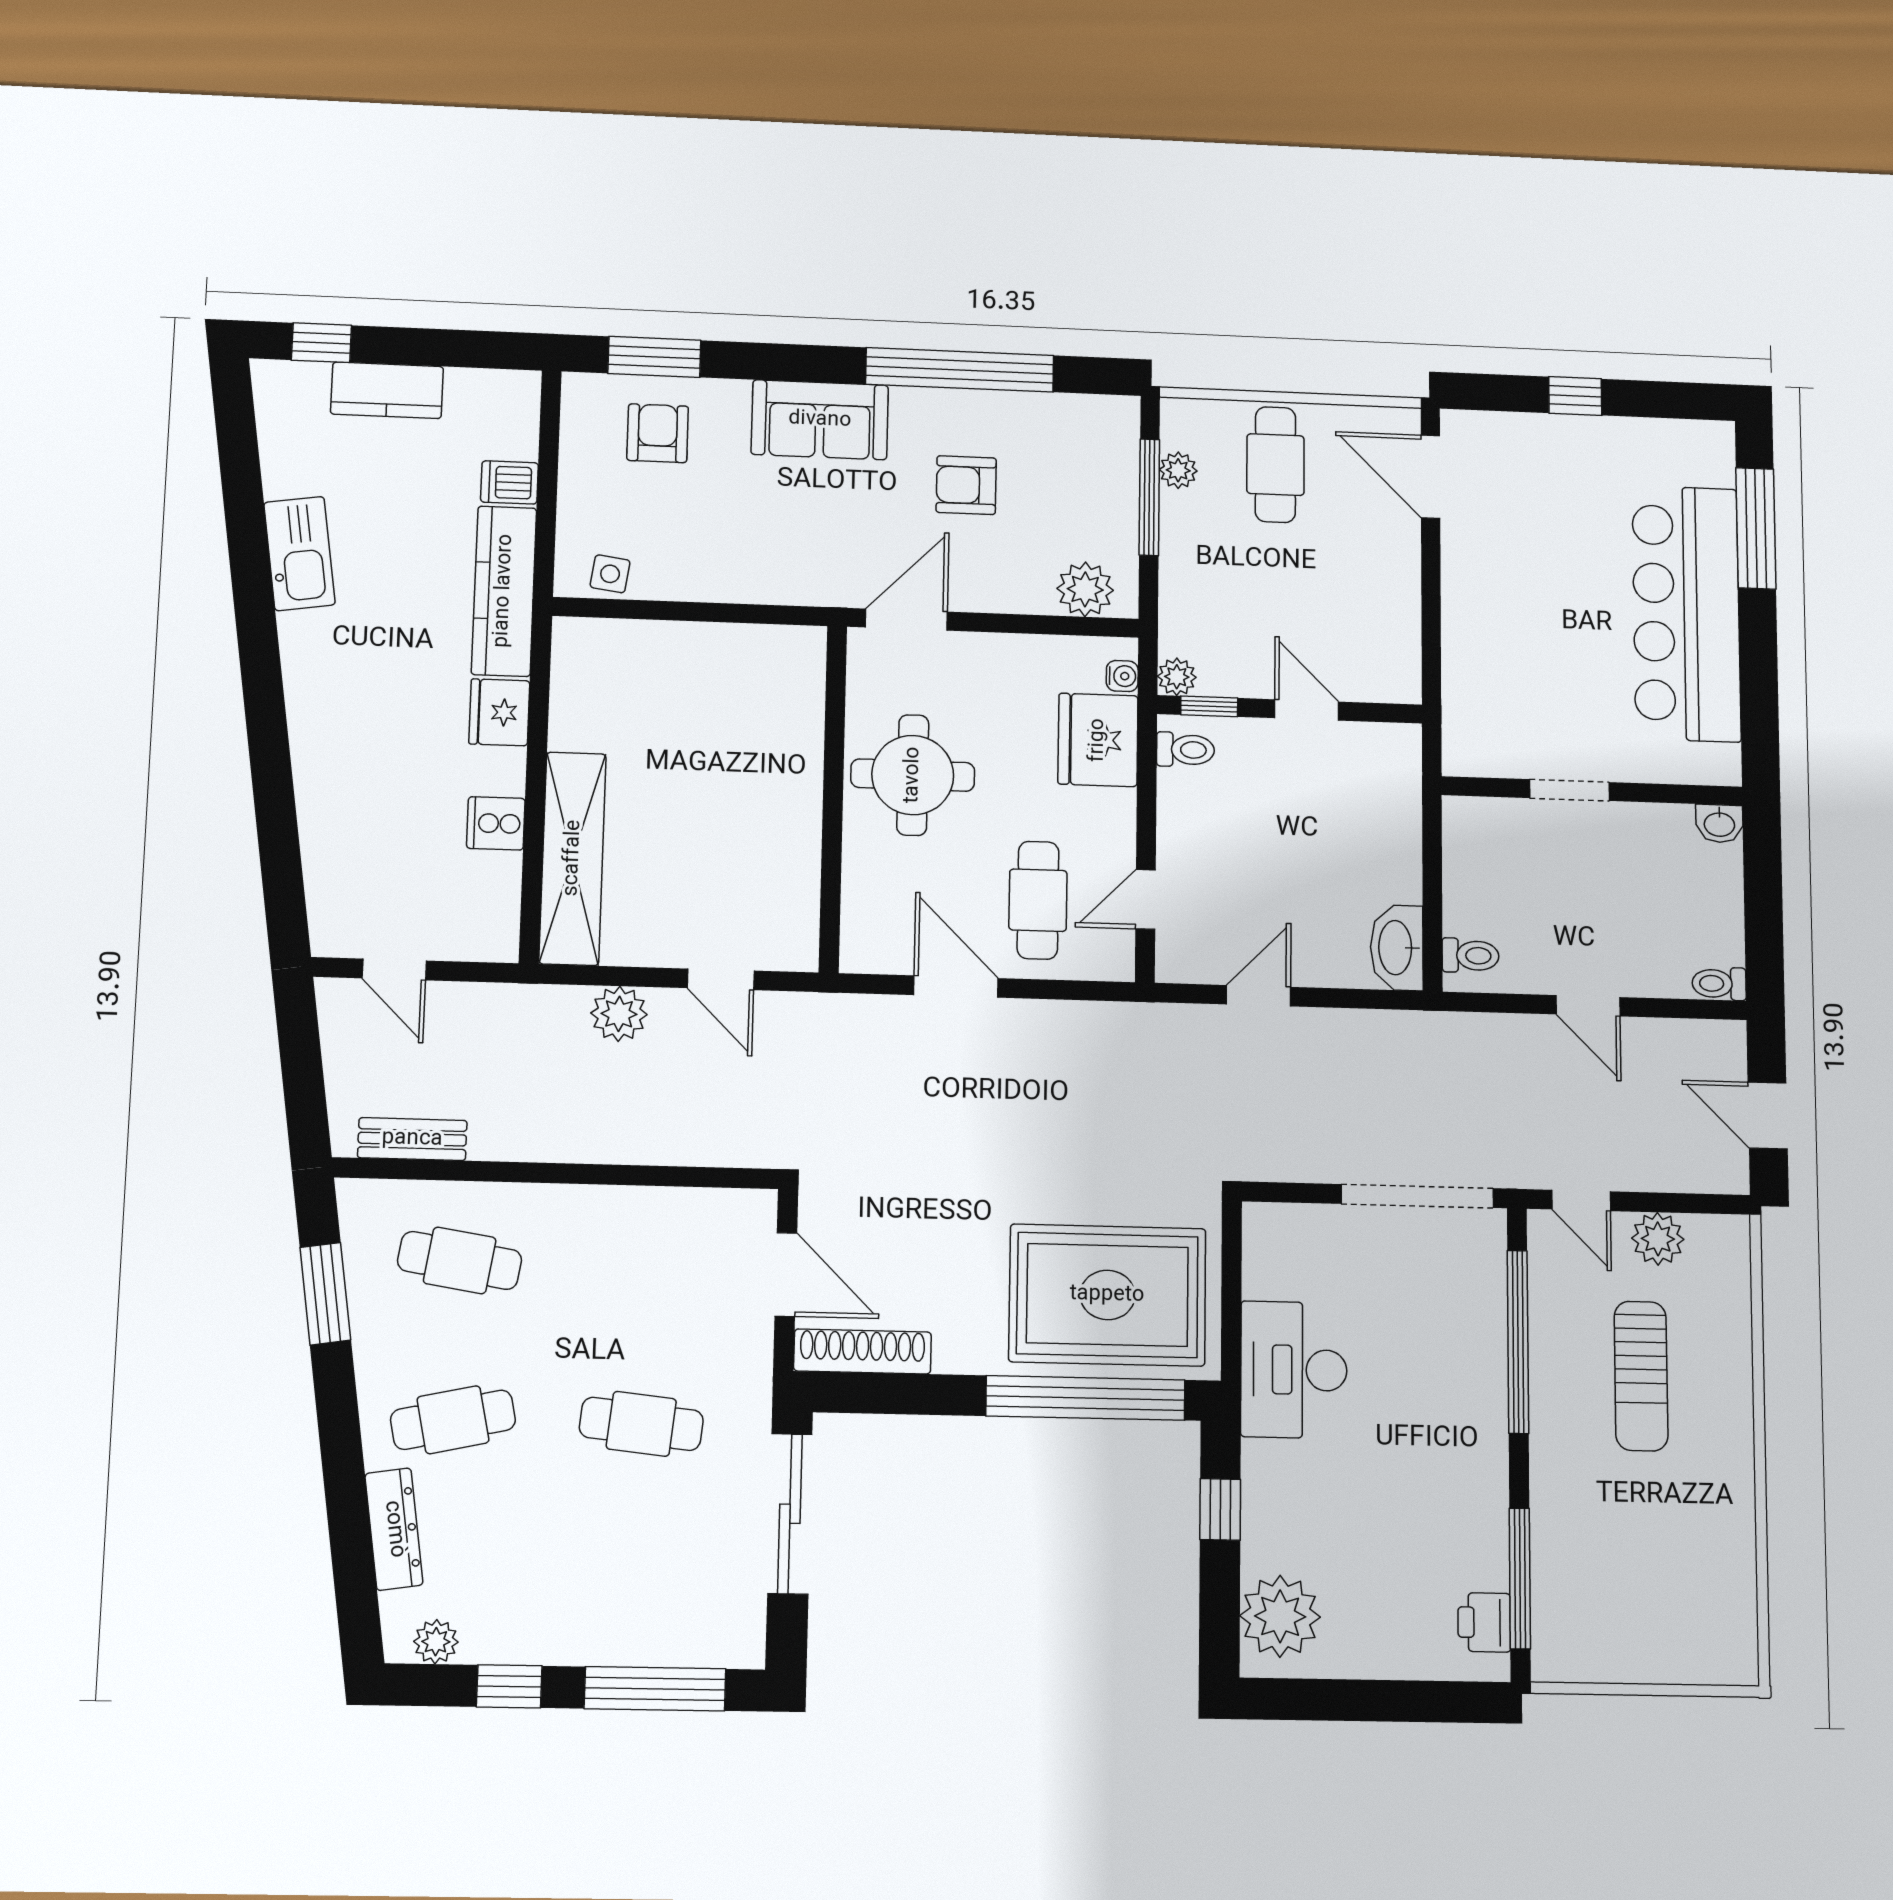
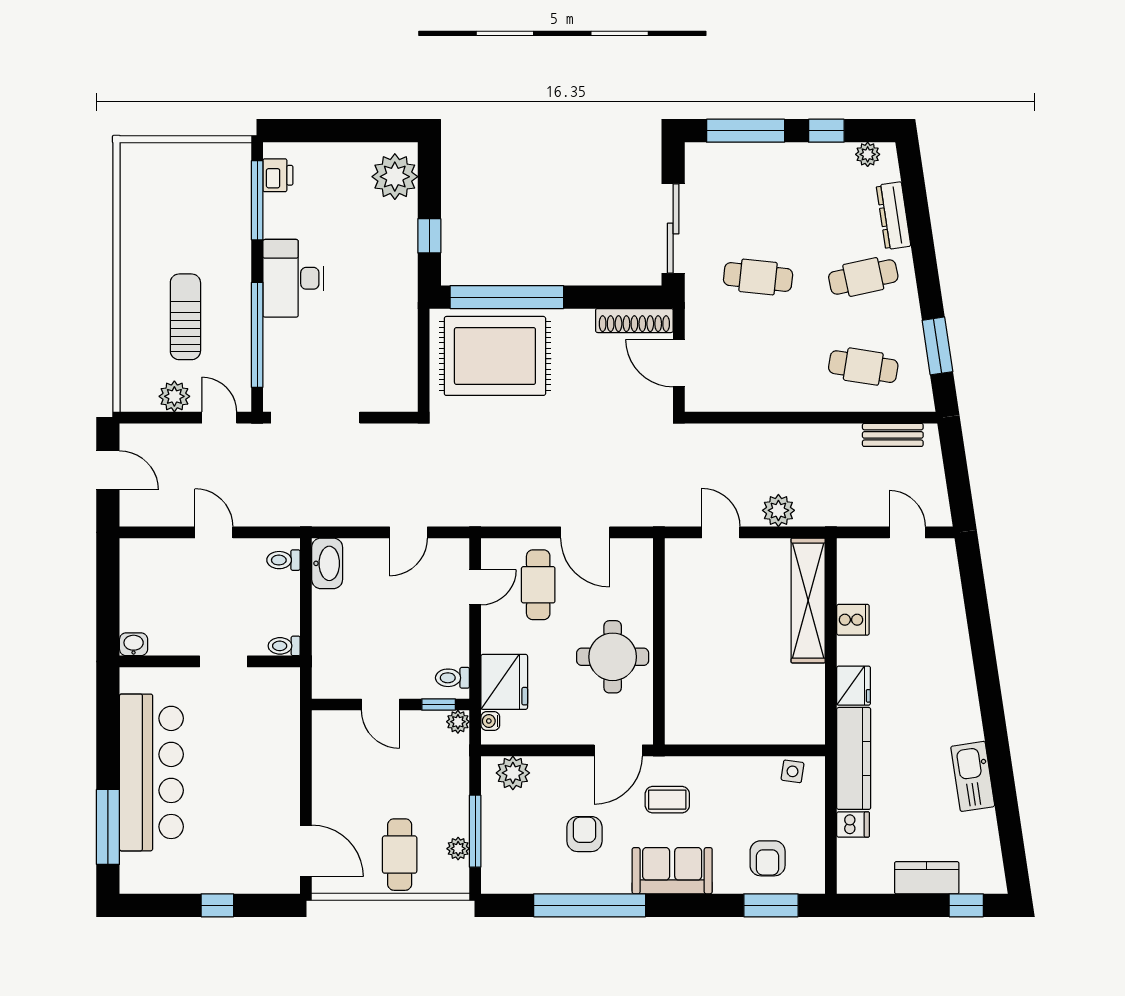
armchair: (966, 485) -> (584, 834), turned -90
coffee table: (825, 536) -> (667, 800), added
toilet: (1719, 984) -> (284, 646), moved, turned 180
desk: (1294, 1370) -> (293, 278), moved, turned 180

